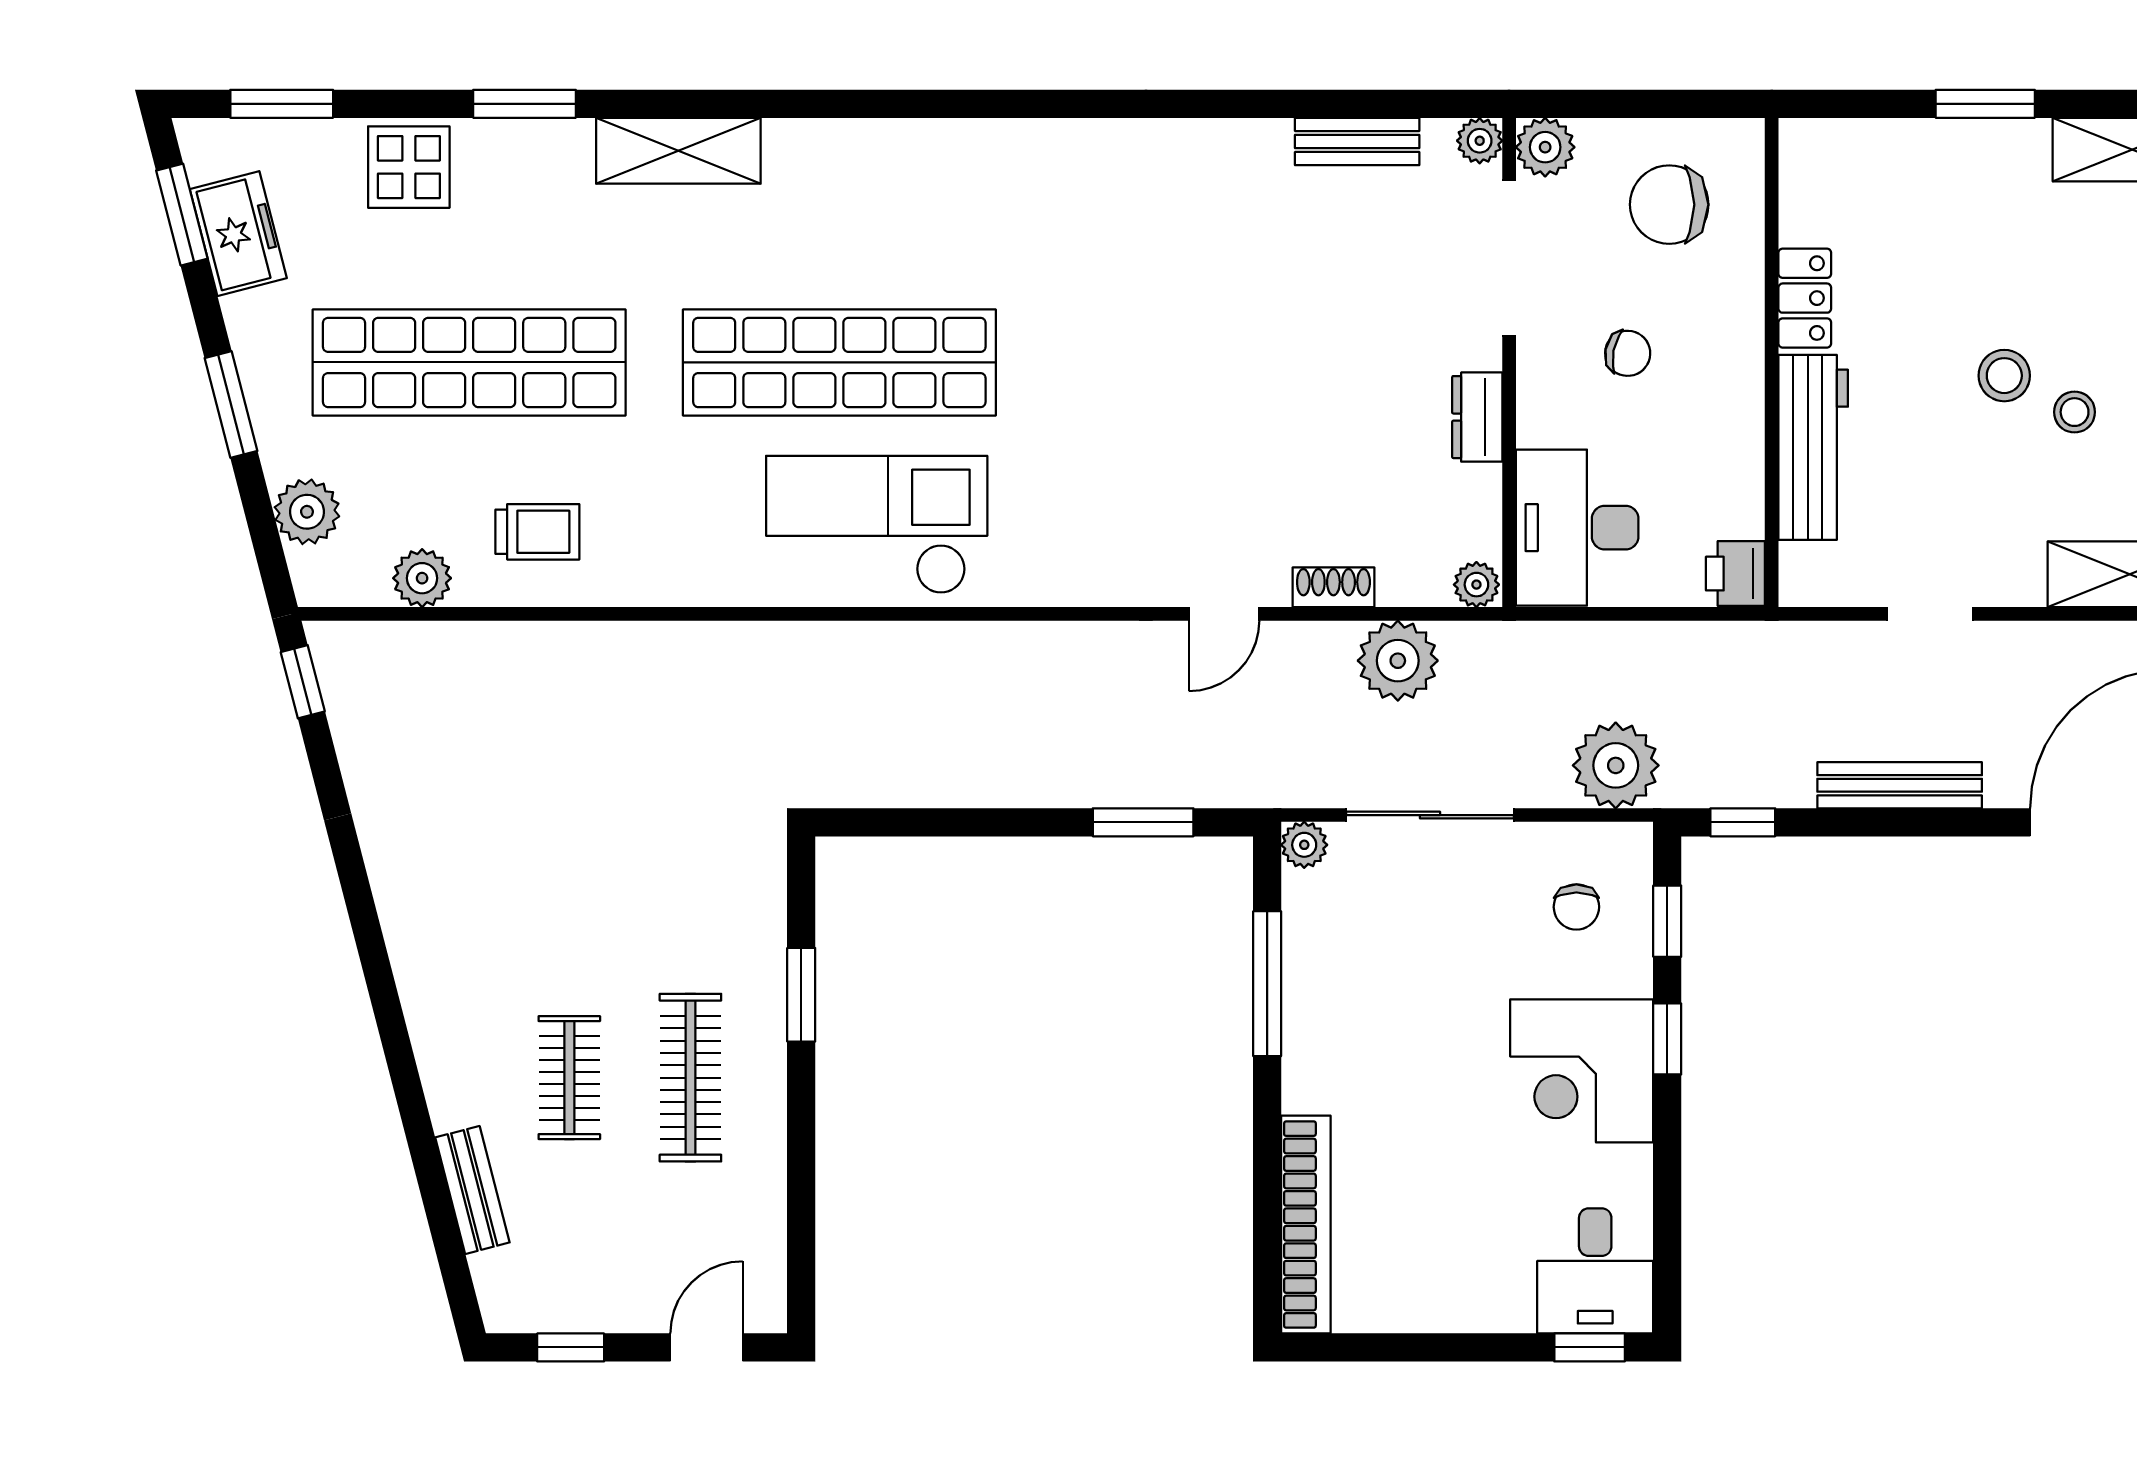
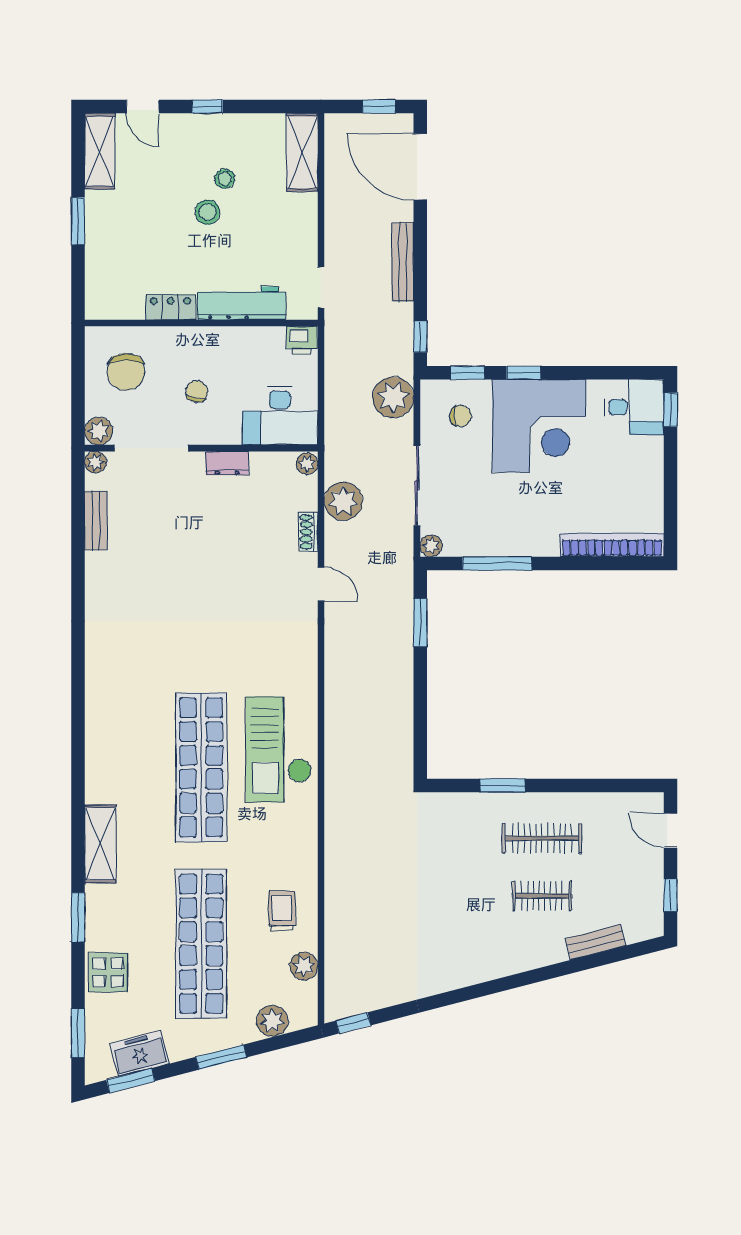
doorway: (1930, 614) -> (321, 288), moved
corner desk: (1582, 1071) -> (539, 426), width x1.36, depth x1.36

